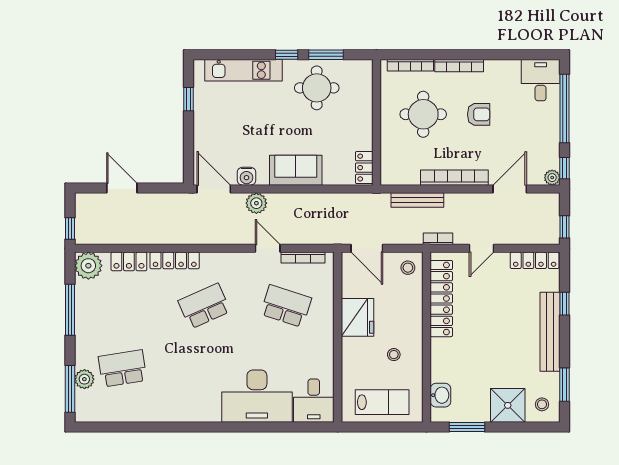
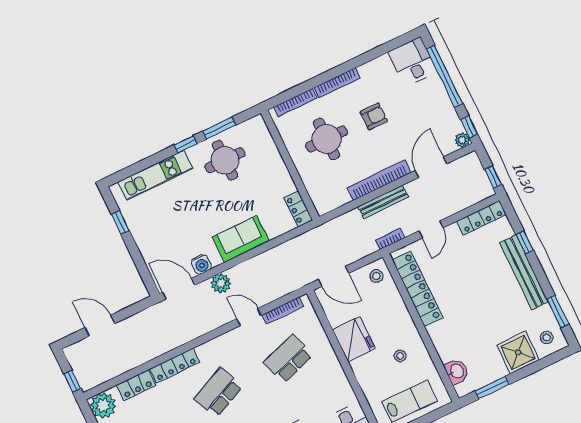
bench: (417, 200) -> (383, 202), moved
school desk: (286, 306) -> (288, 359), turned -36

